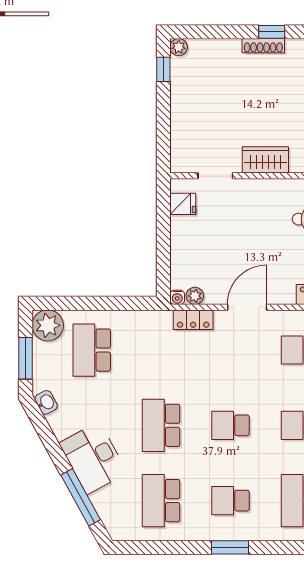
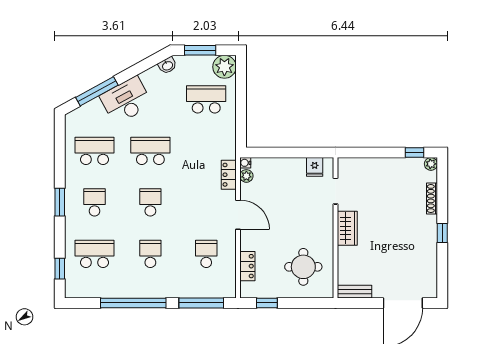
shoe rack: (263, 46) -> (432, 199), moved

